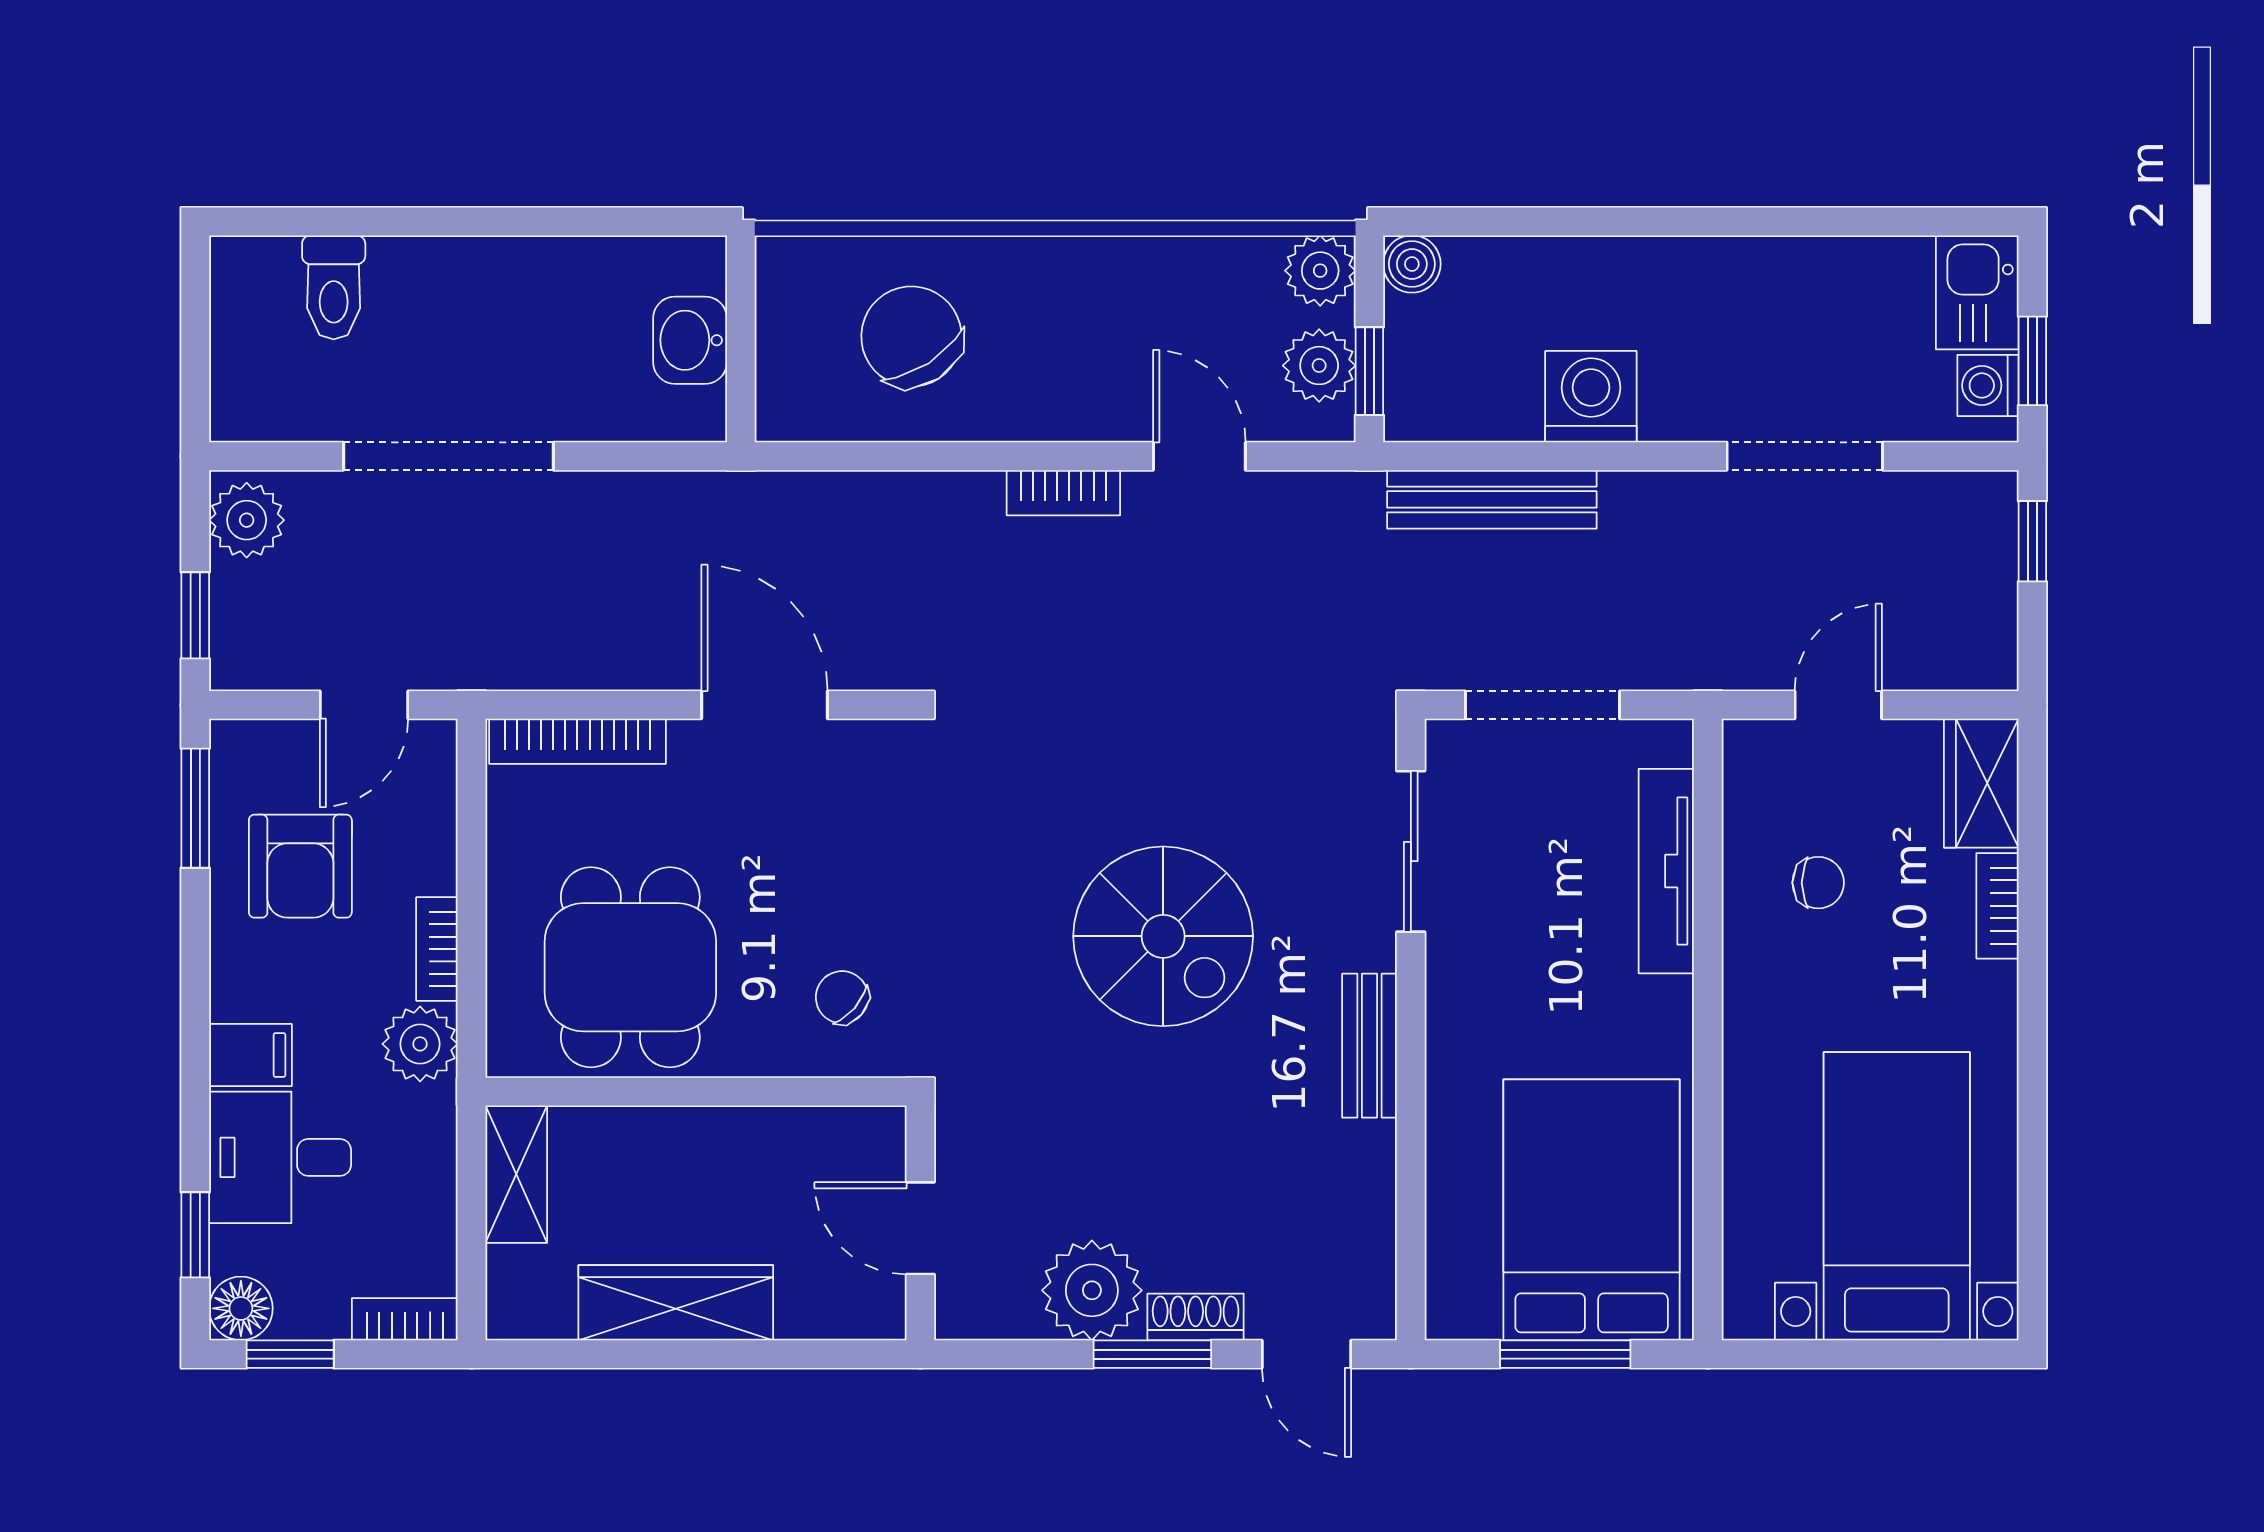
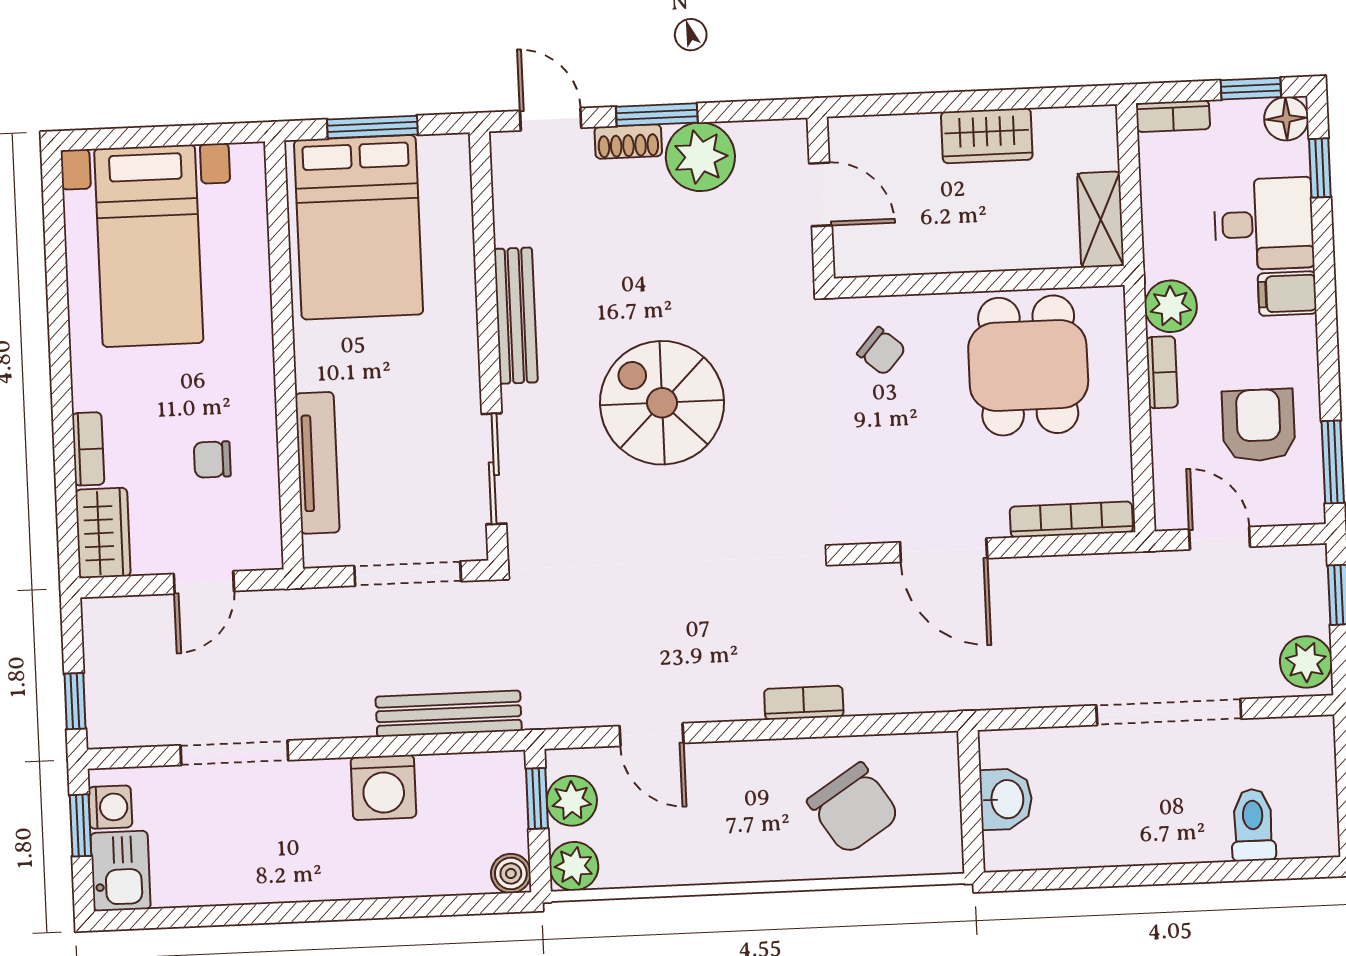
bookcase: (1063, 493) -> (804, 703), moved
door: (364, 705) -> (1220, 538), hinge flipped
bench: (1369, 1046) -> (516, 316), width x1.36
wardrobe: (676, 1303) -> (987, 136), width x0.67

